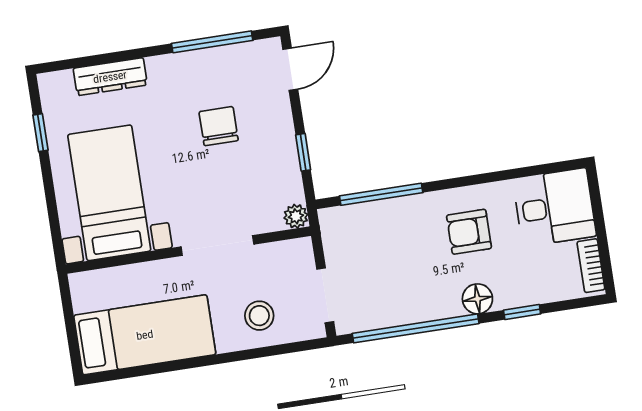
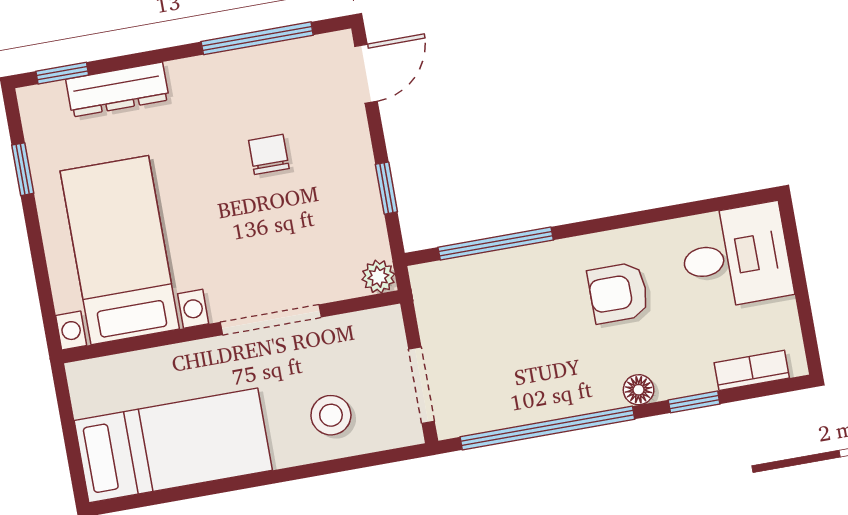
window: (71, 64) -> (62, 73), added
chair: (219, 126) -> (269, 154), width x0.73, depth x0.73
bookcase: (591, 266) -> (752, 370), moved, turned 90
floor lamp: (477, 299) -> (639, 390), width x0.73, depth x0.73

